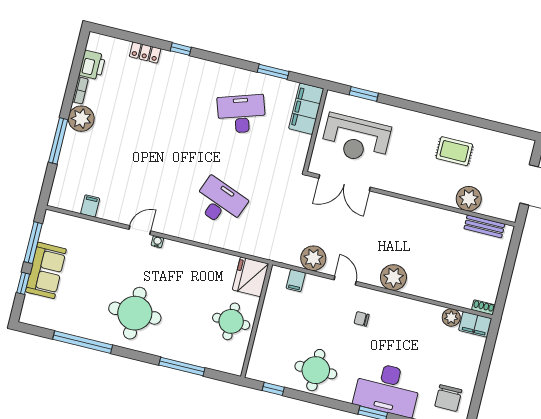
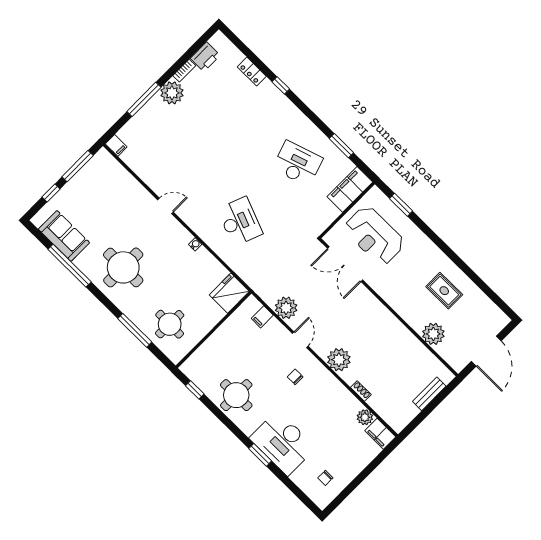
filing cabinet: (90, 206) -> (116, 145), moved, turned 90
bench: (484, 226) -> (429, 394), moved, turned 90
water cooler: (157, 242) -> (195, 244), moved
sofa: (46, 270) -> (64, 236), moved, turned -90
shoe rack: (483, 307) -> (361, 391), moved
round table: (231, 321) -> (170, 324), moved
chair: (448, 398) -> (325, 478), width x0.54, depth x0.54

